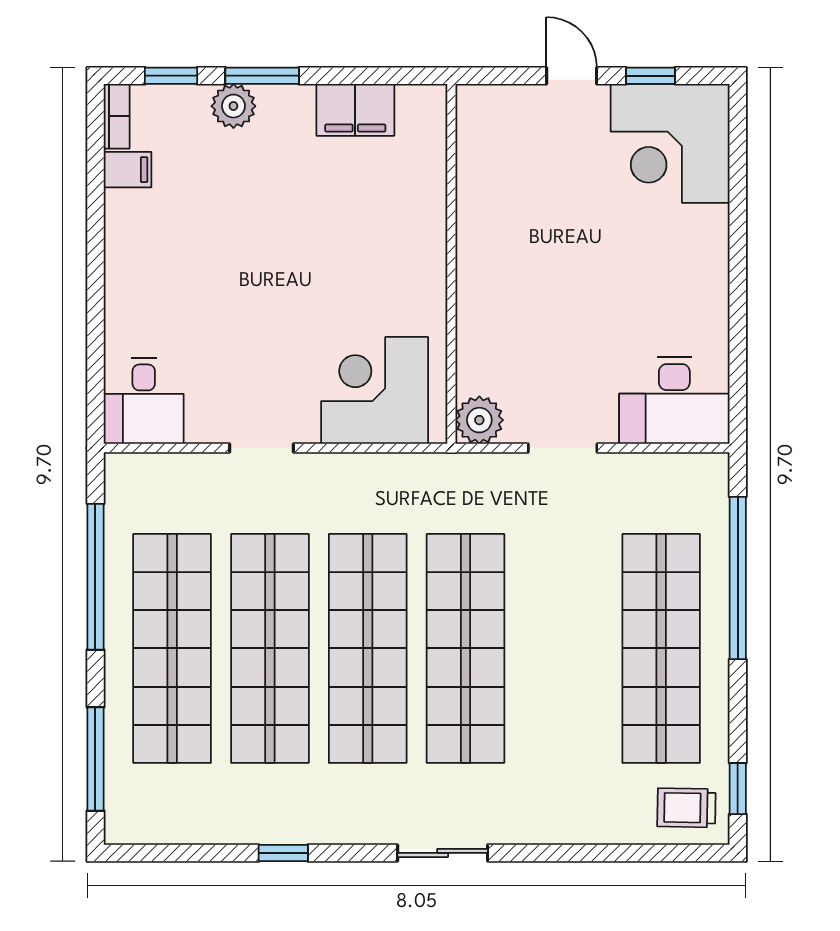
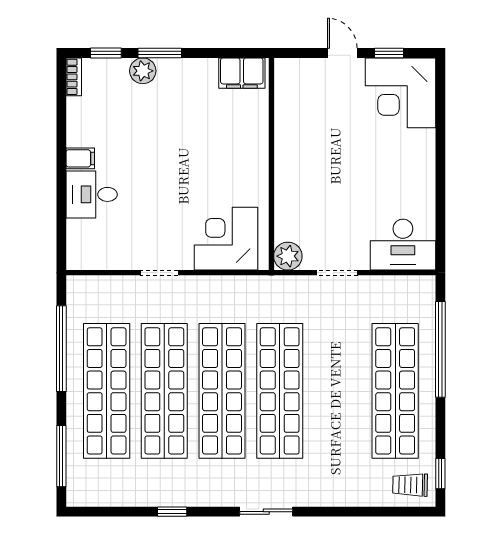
filing cabinet: (355, 110) -> (242, 73), moved
filing cabinet: (127, 170) -> (80, 158), moved
desk: (144, 401) -> (92, 194), moved, turned 90

